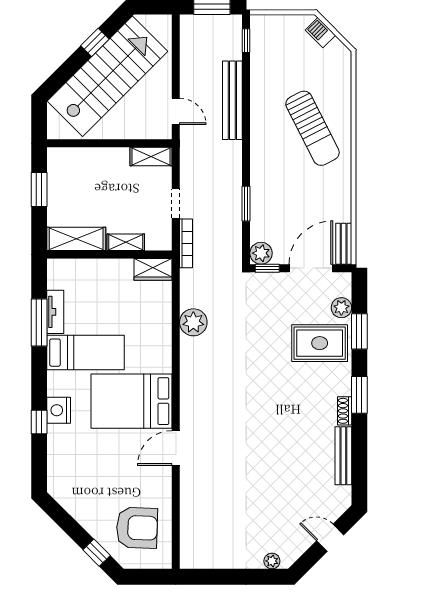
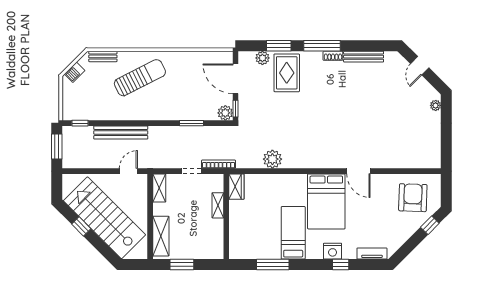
shelving: (76, 239) -> (161, 236), moved
bench: (344, 244) -> (103, 56), moved
tv unit: (55, 312) -> (372, 253), moved
window: (359, 395) -> (322, 46), width x1.44

